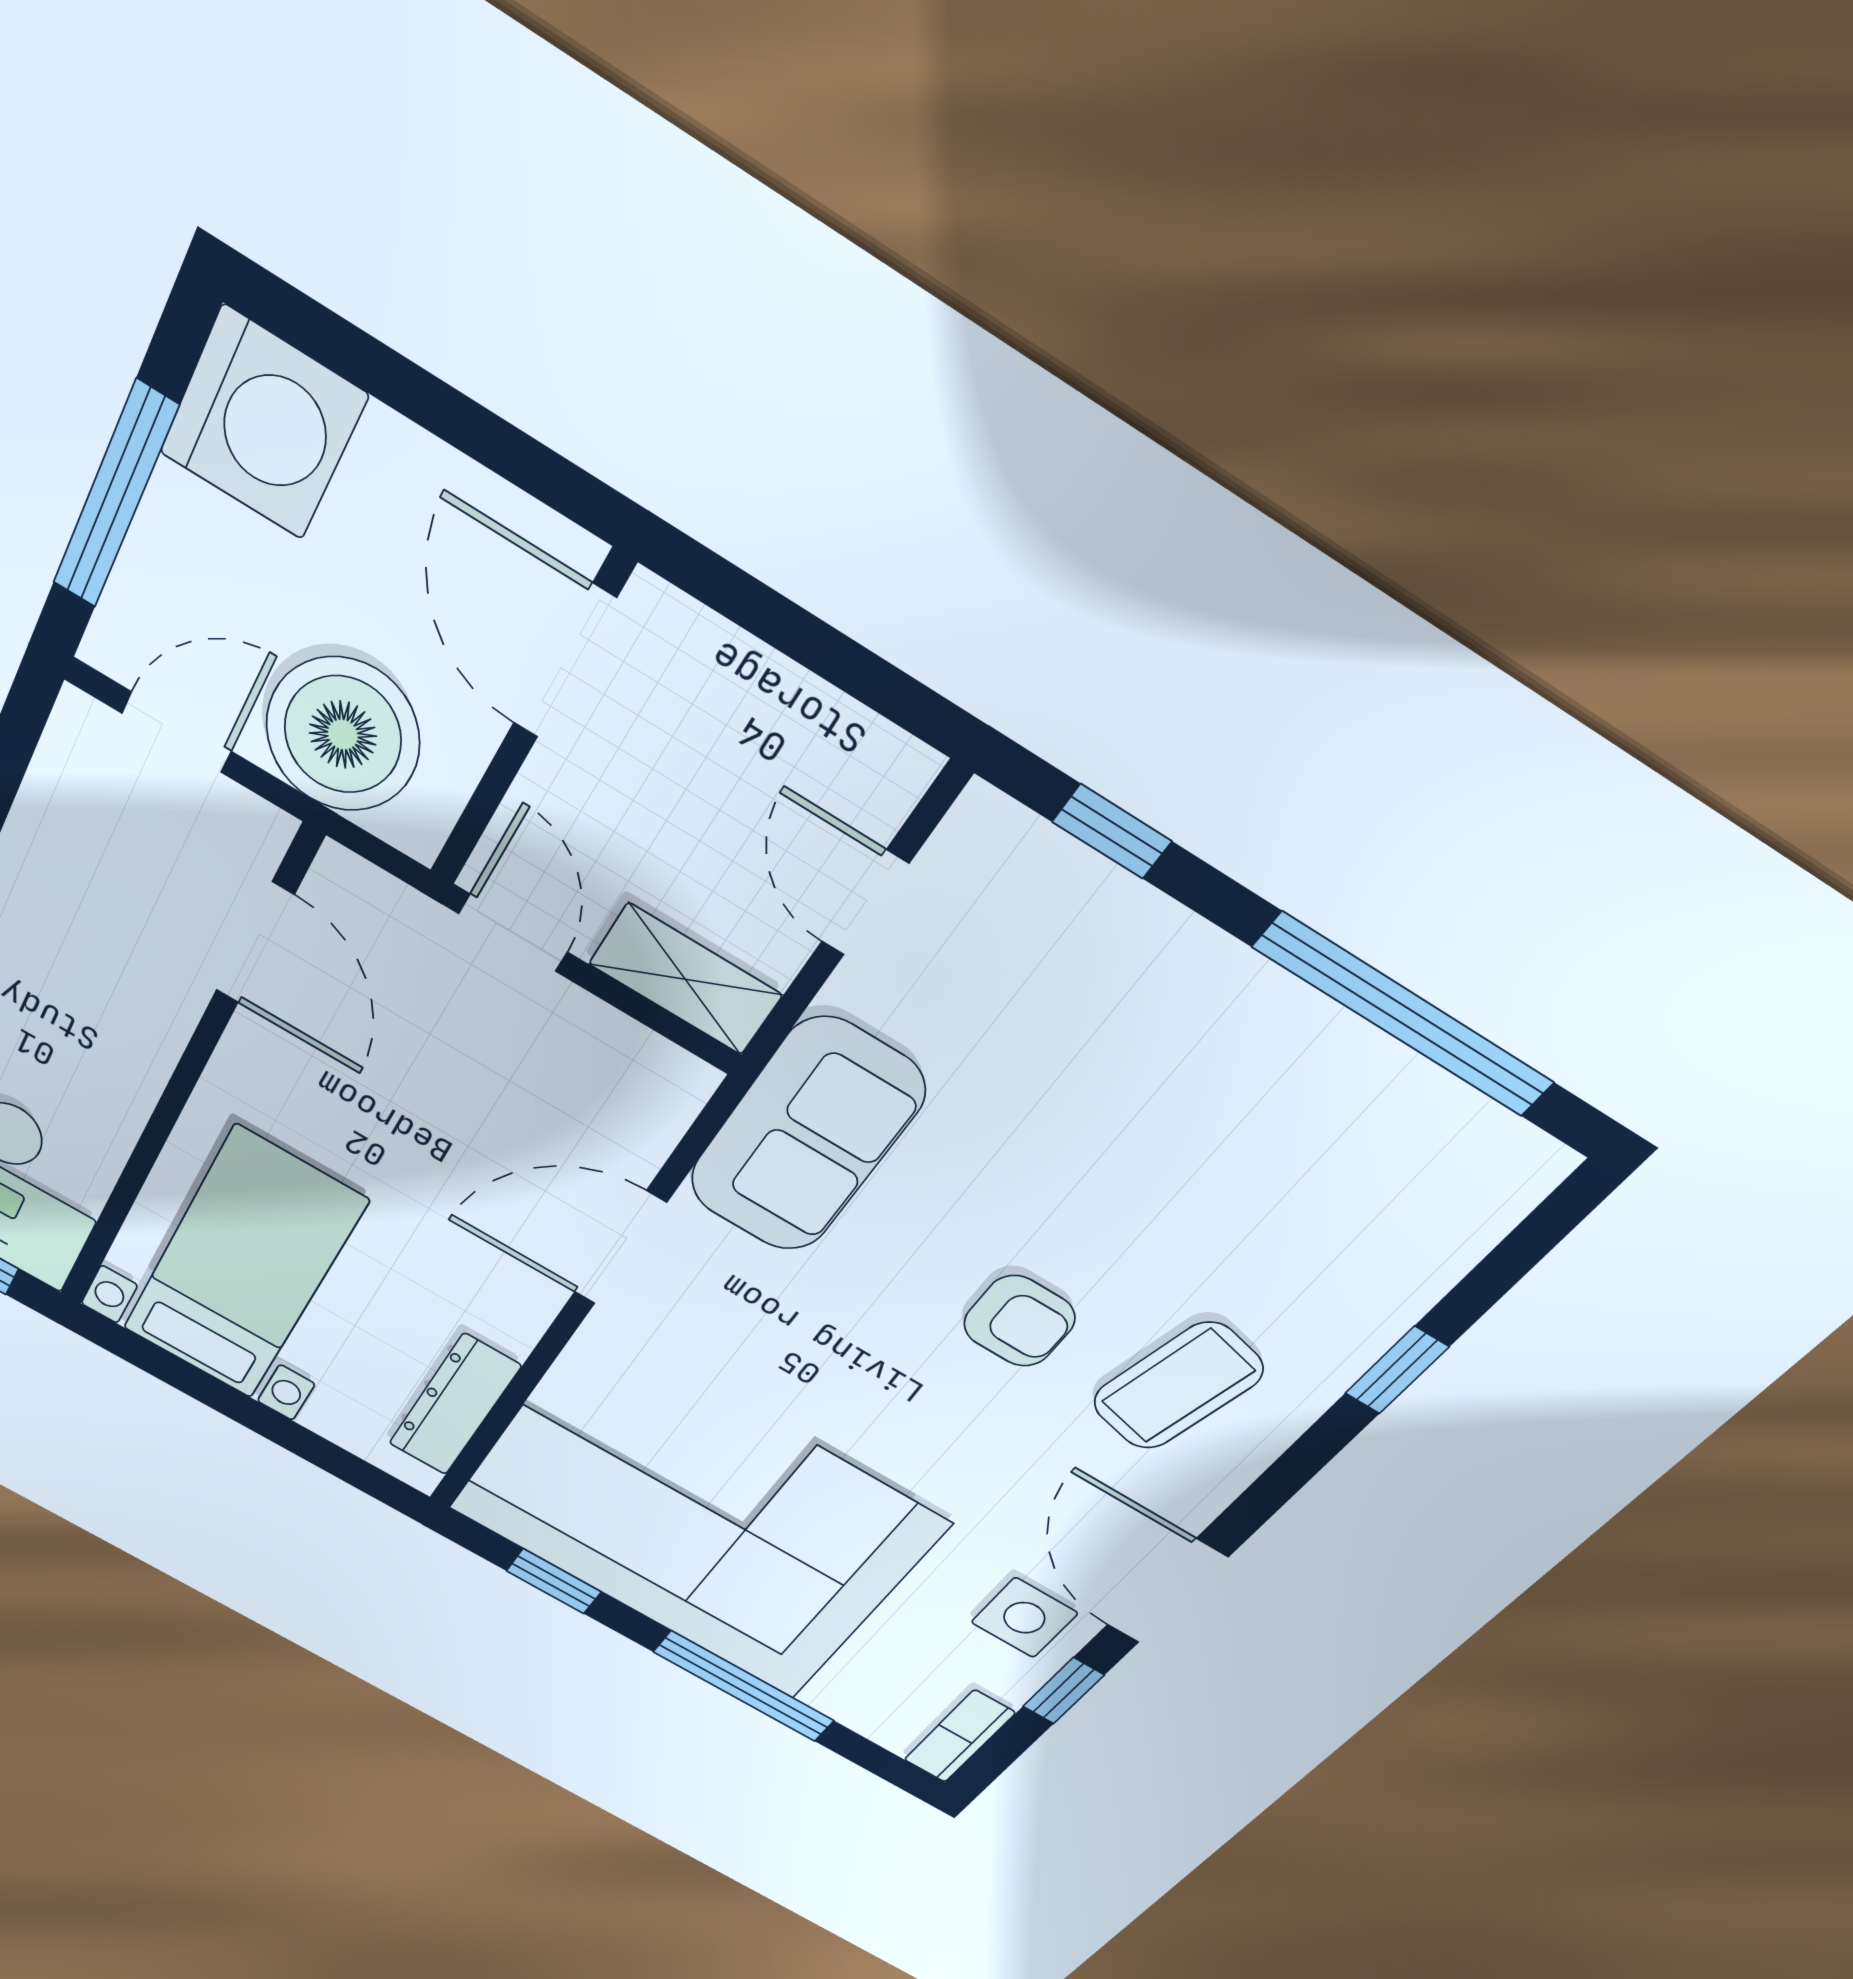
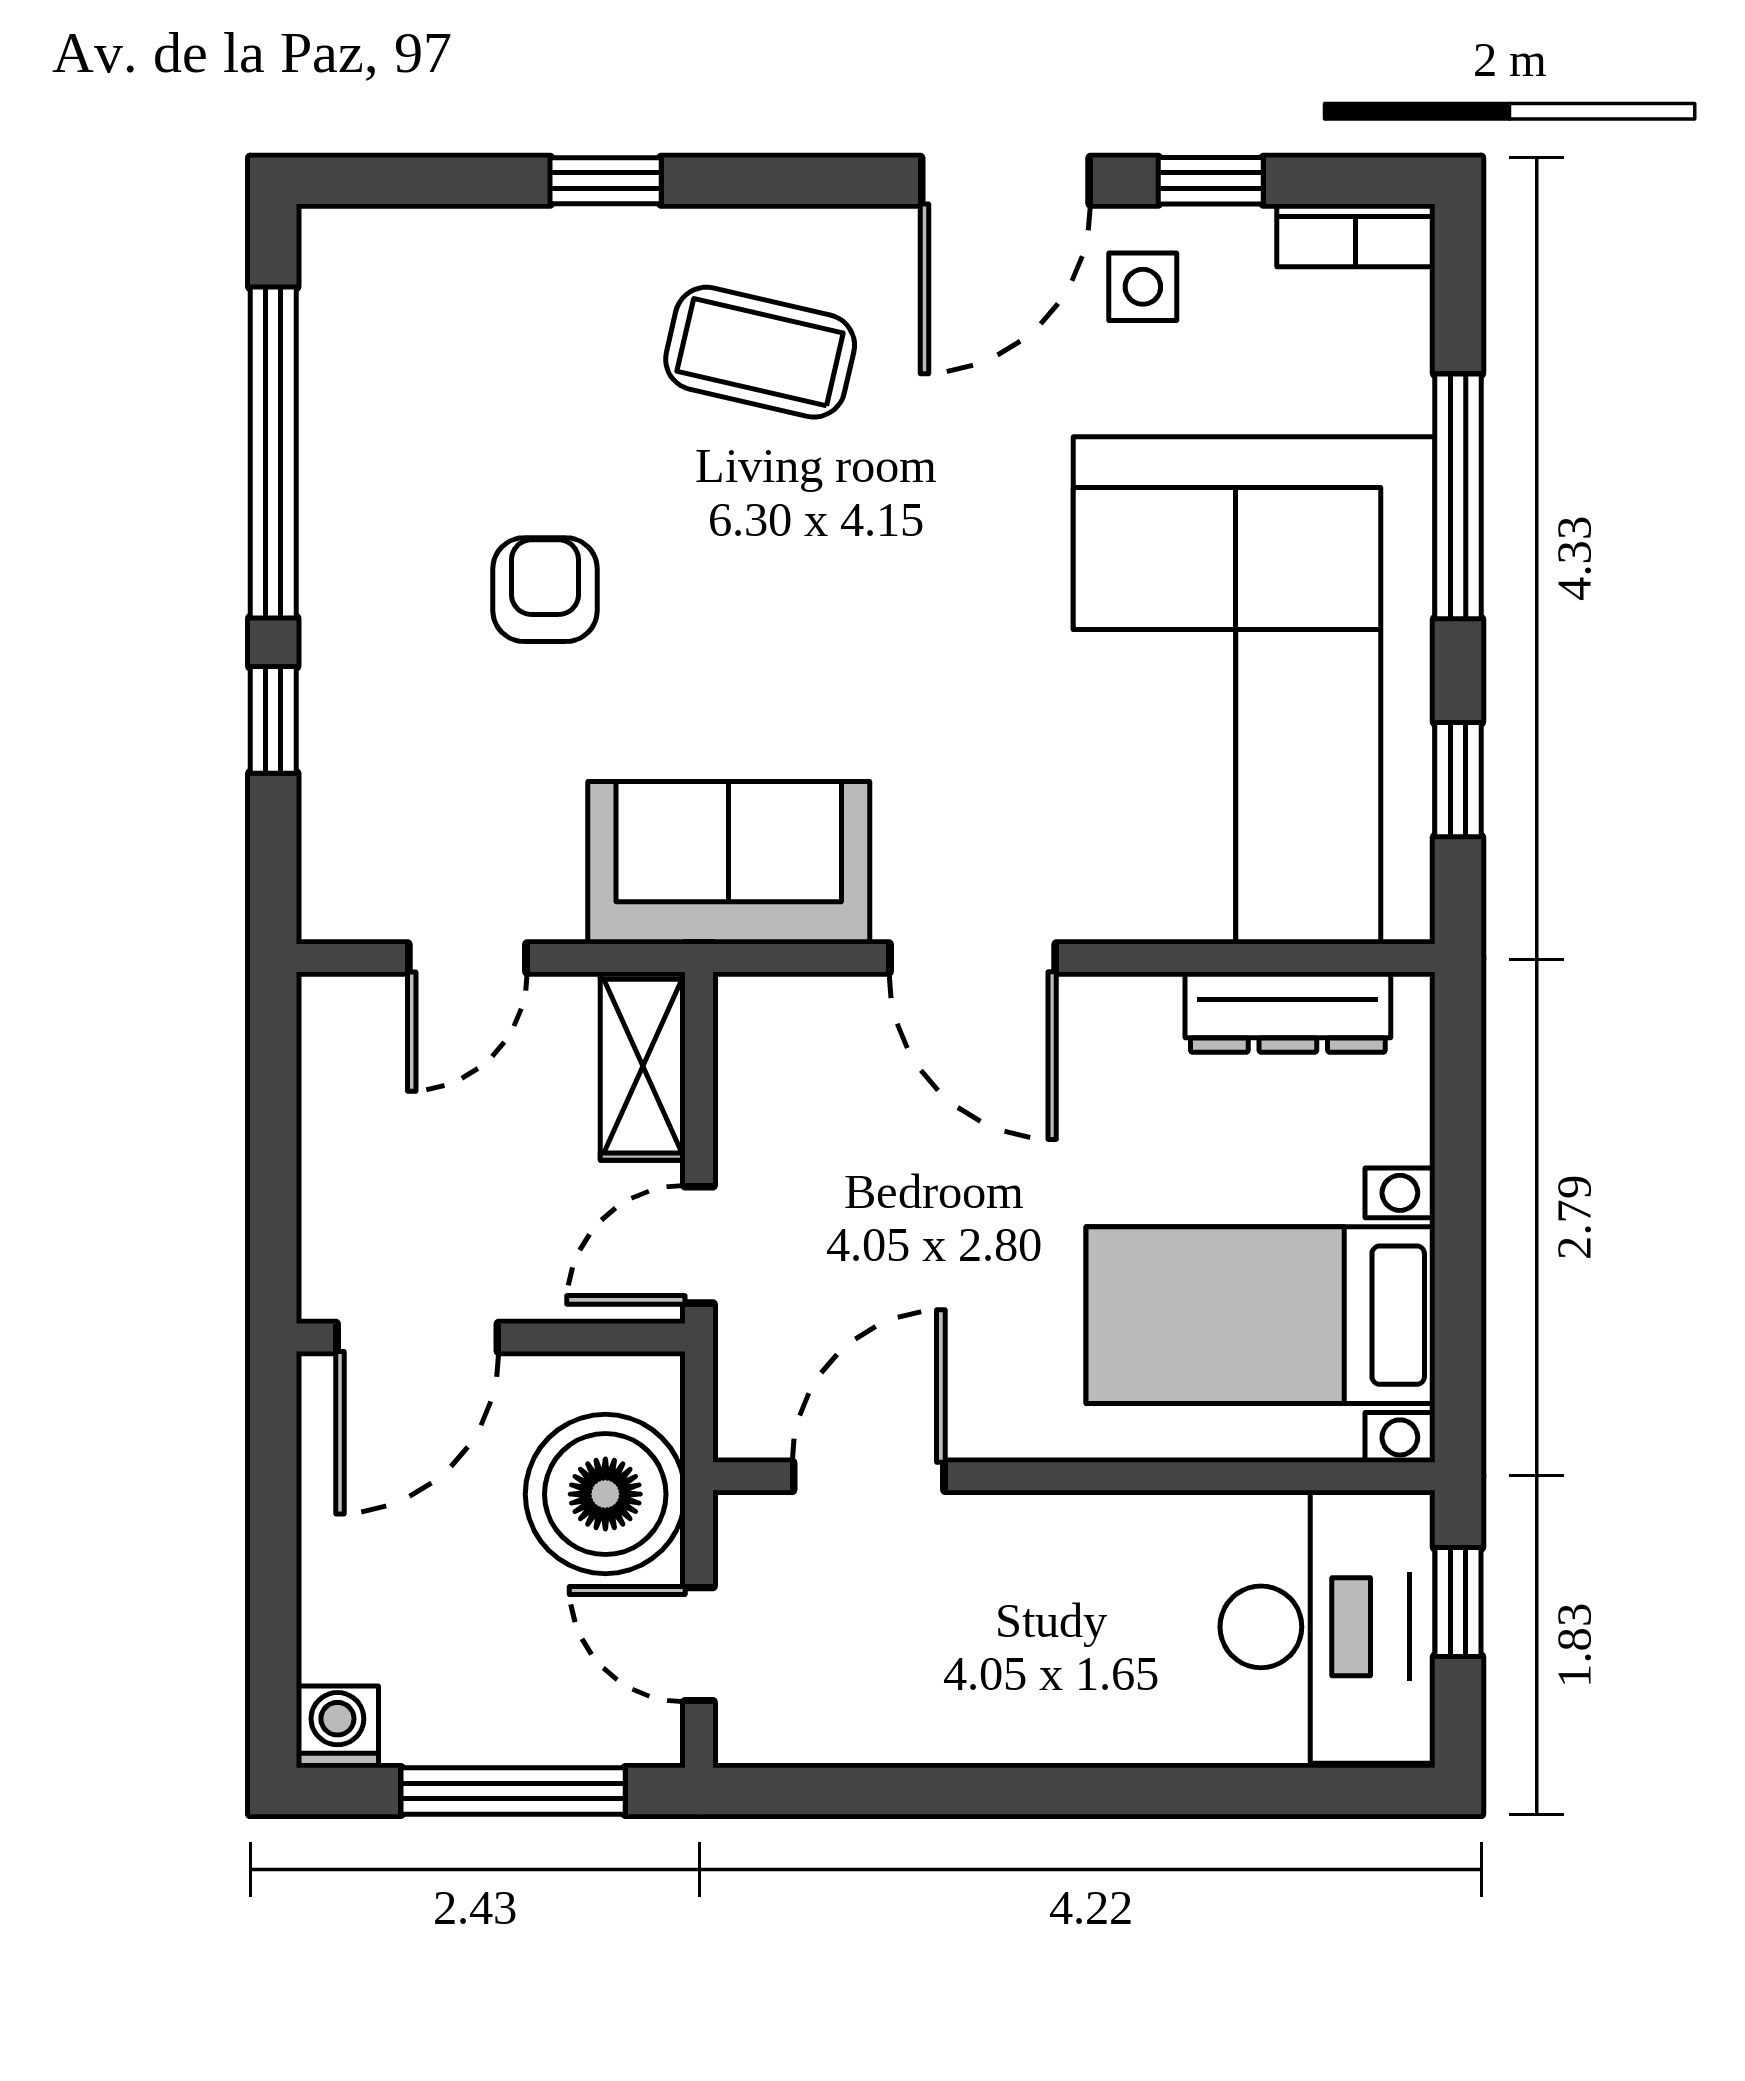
washing machine: (263, 424) -> (337, 1727), width x0.53, depth x0.53
window: (1112, 831) -> (273, 720), moved
armchair: (1019, 1321) -> (545, 590), moved
side table: (1024, 1618) -> (1143, 287), width x0.73, depth x0.73

